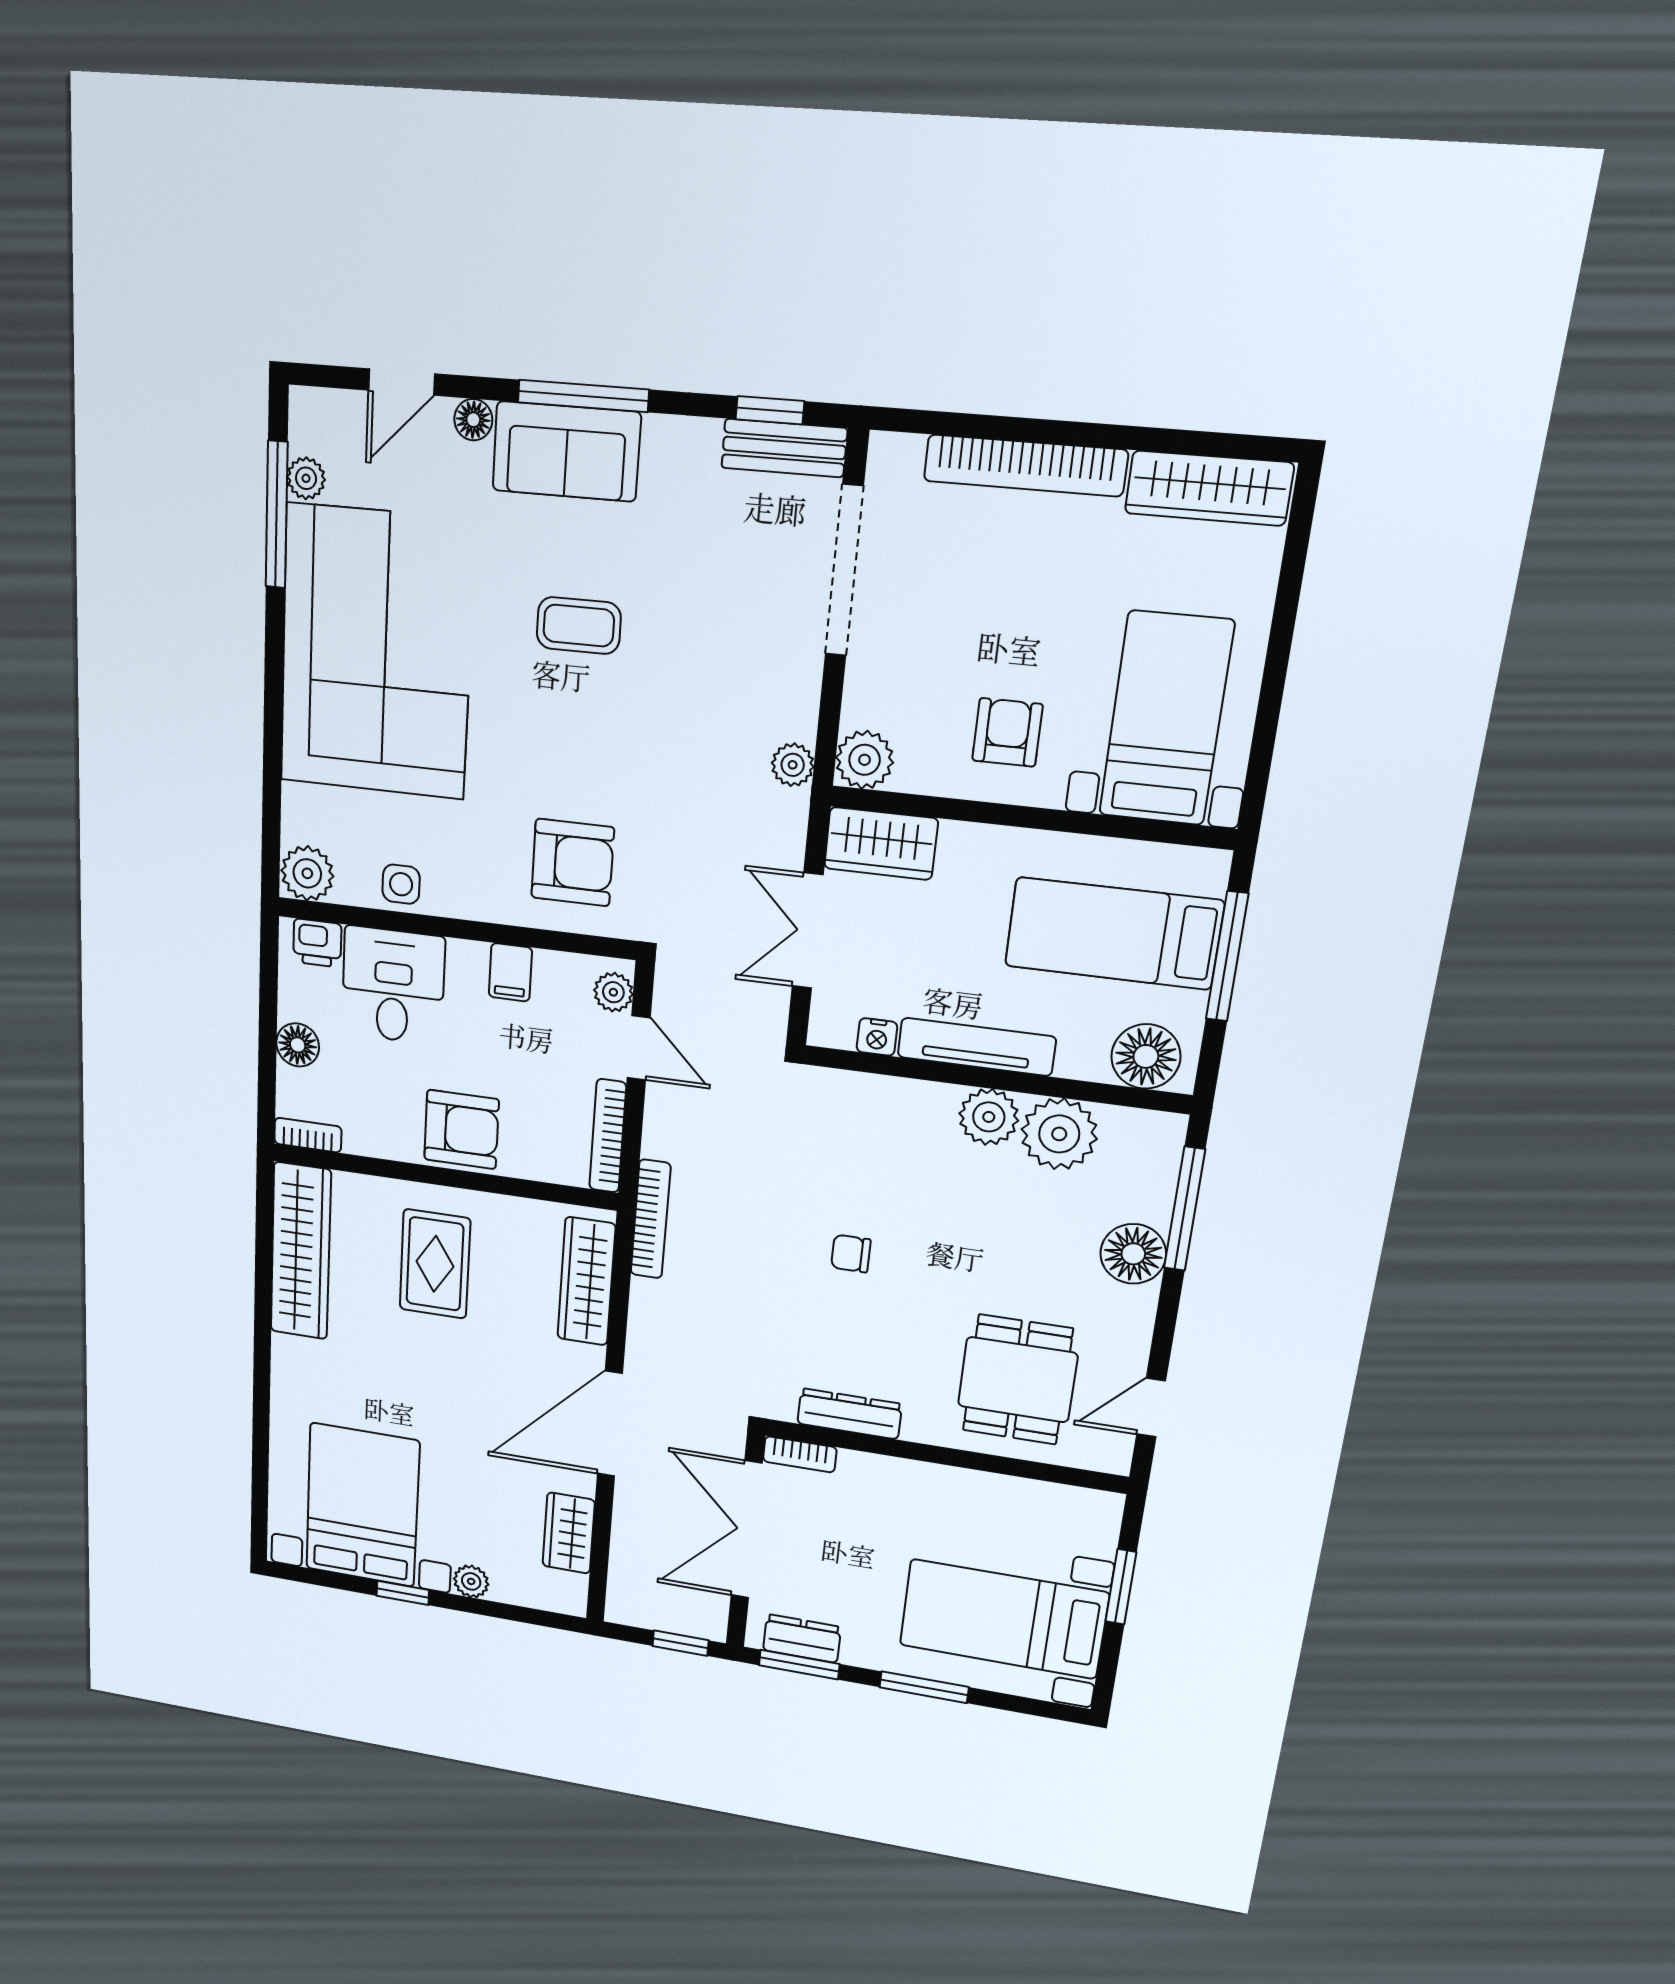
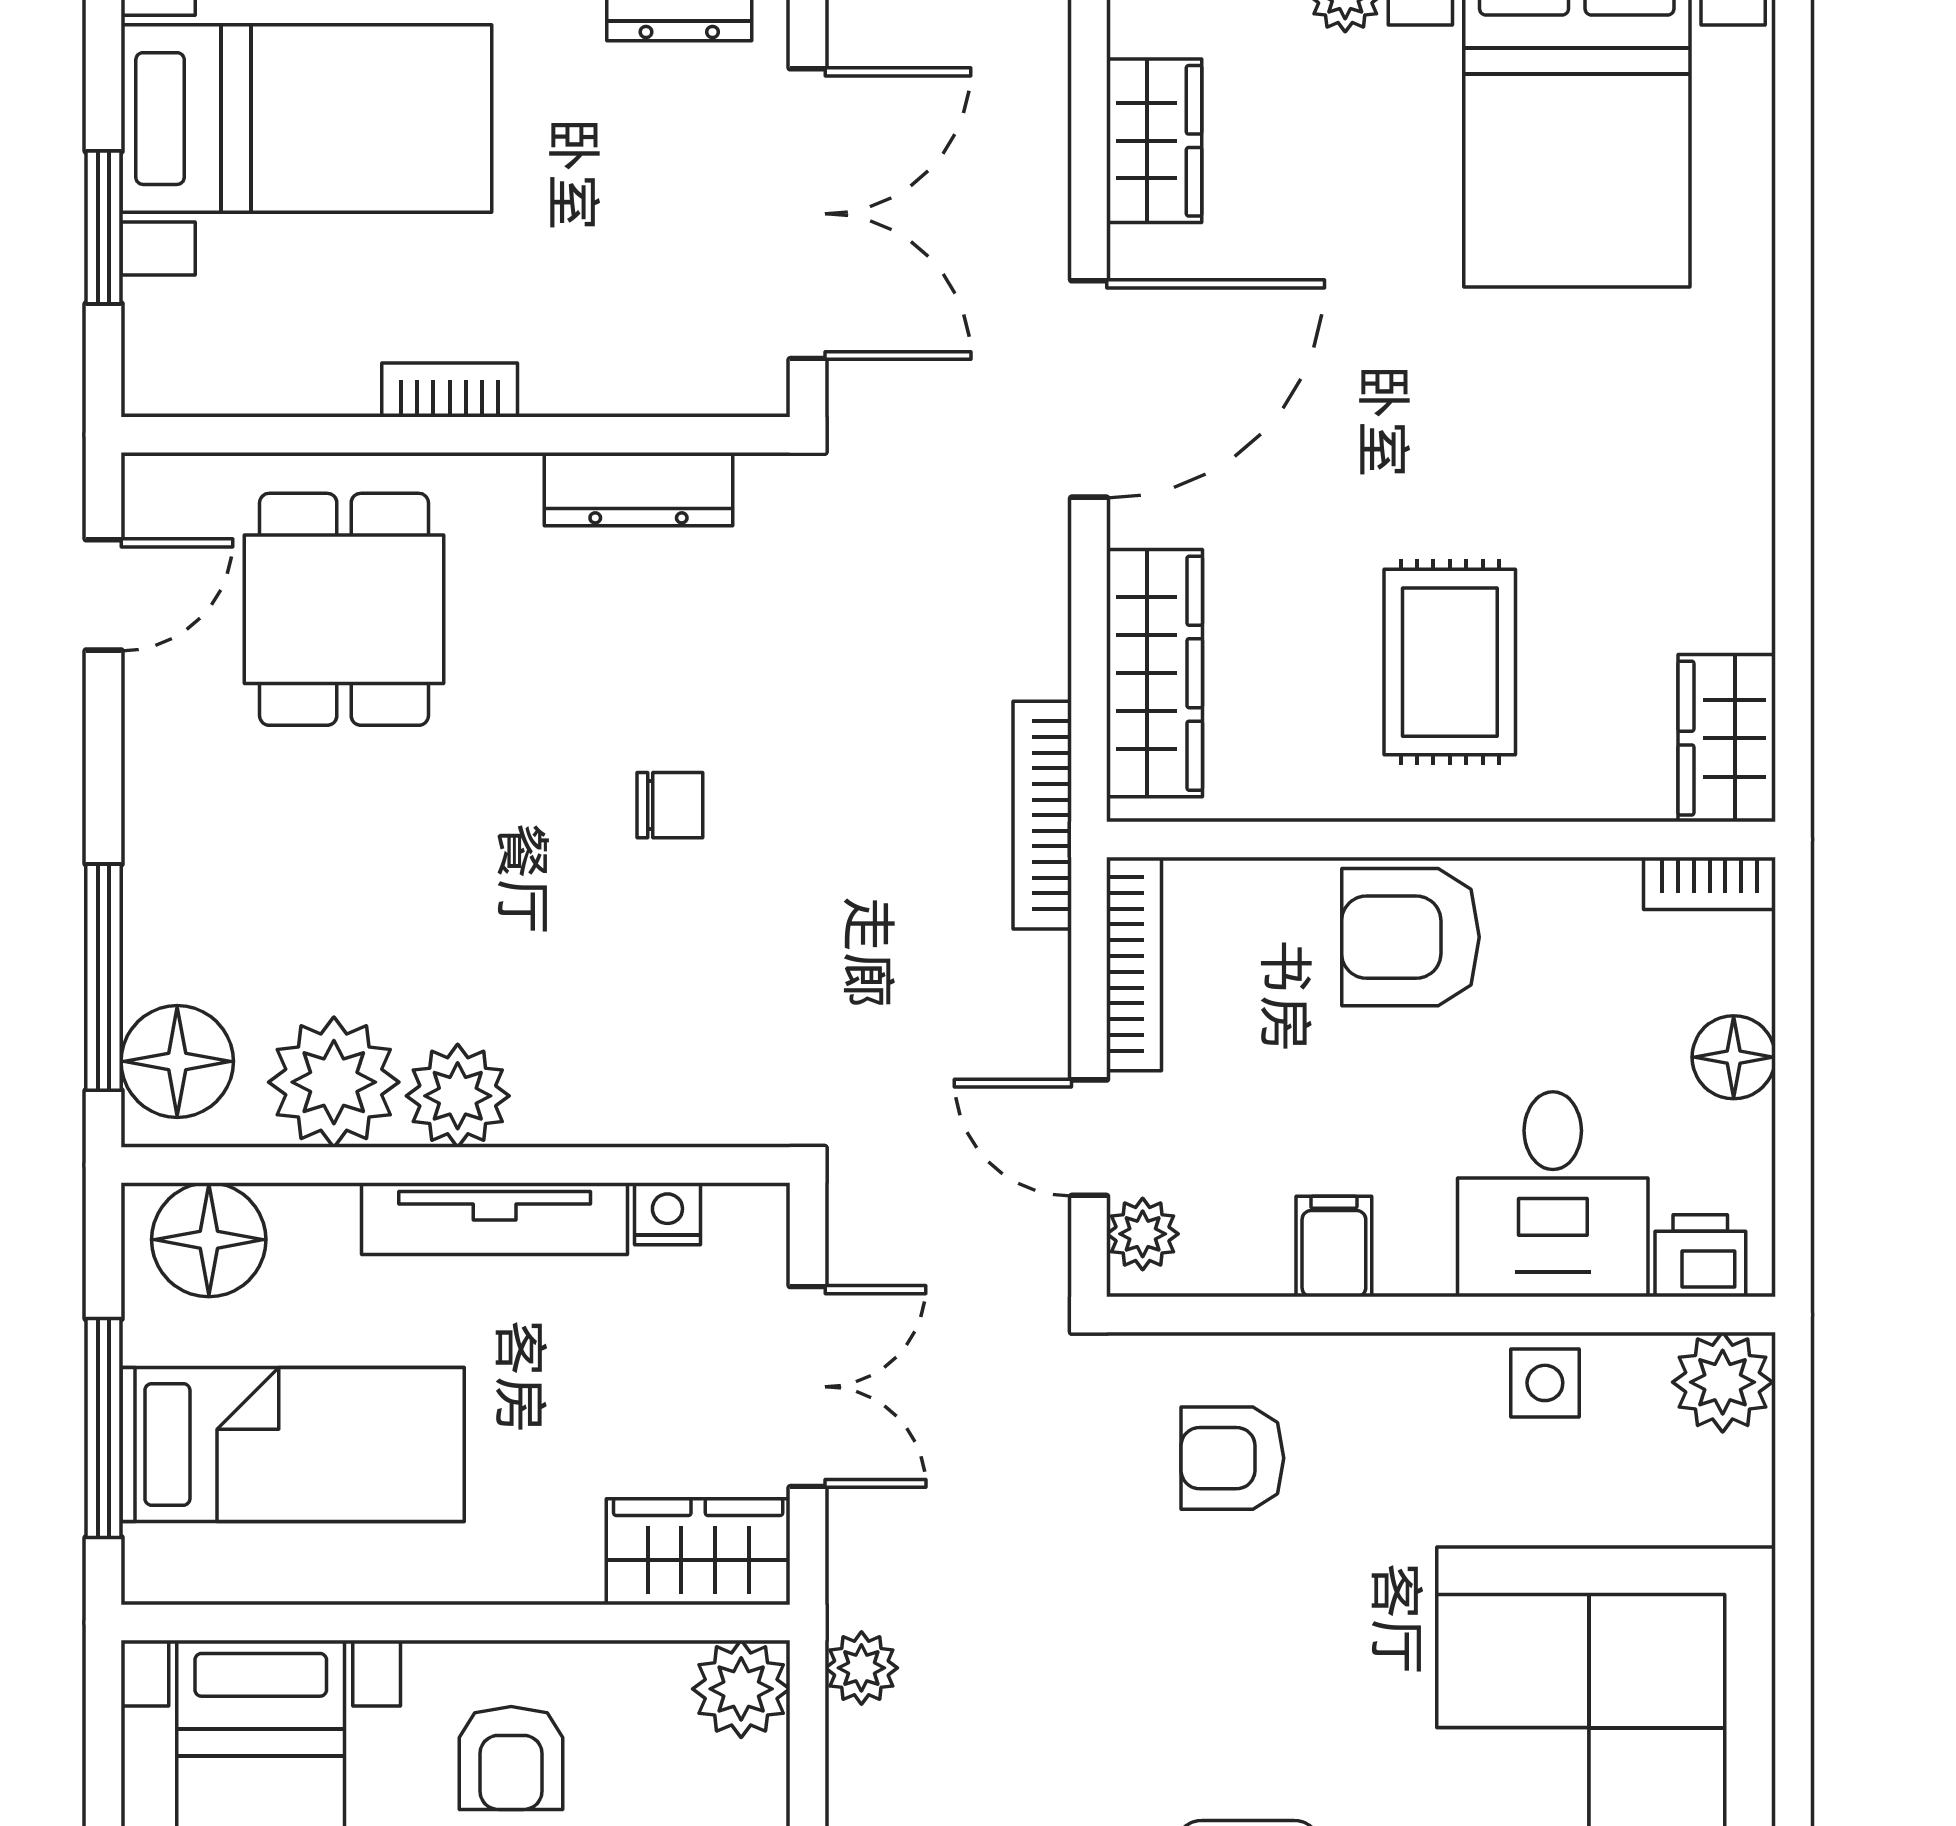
armchair: (573, 862) -> (1232, 1458), width x0.72, depth x0.72
wardrobe: (301, 1251) -> (1727, 738), width x0.48, depth x0.85
floor lamp: (1133, 1254) -> (177, 1061), moved
bookcase: (800, 1454) -> (450, 390), moved

